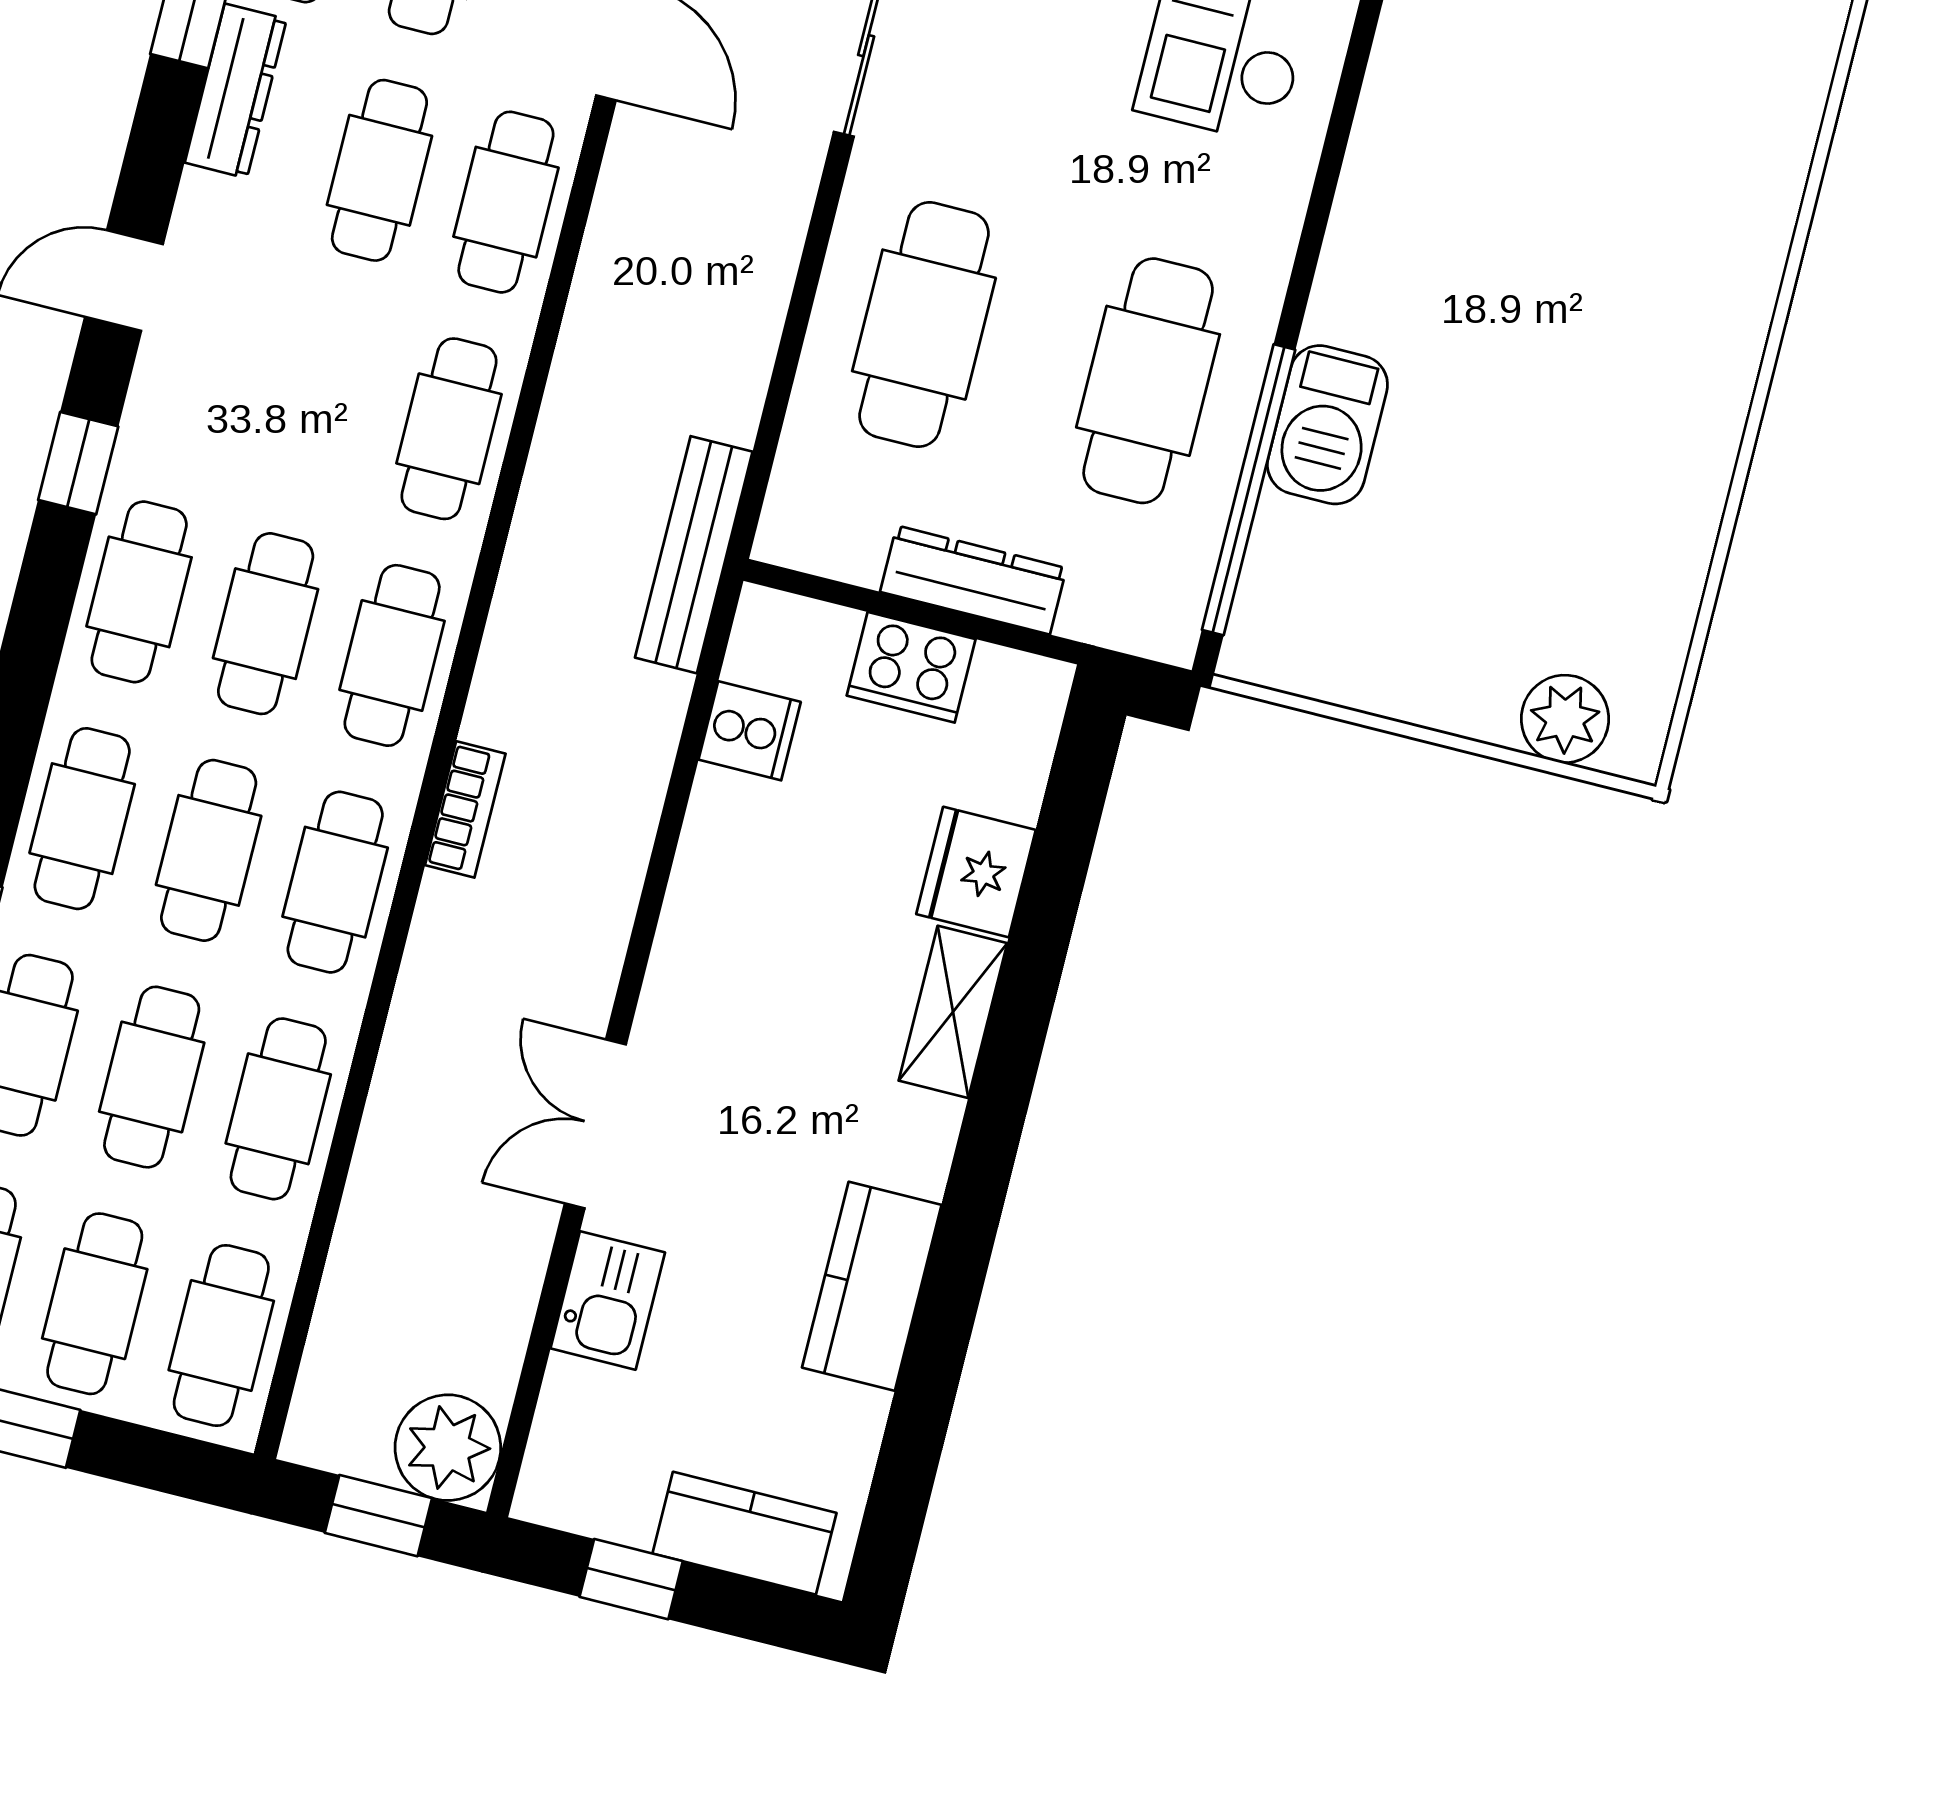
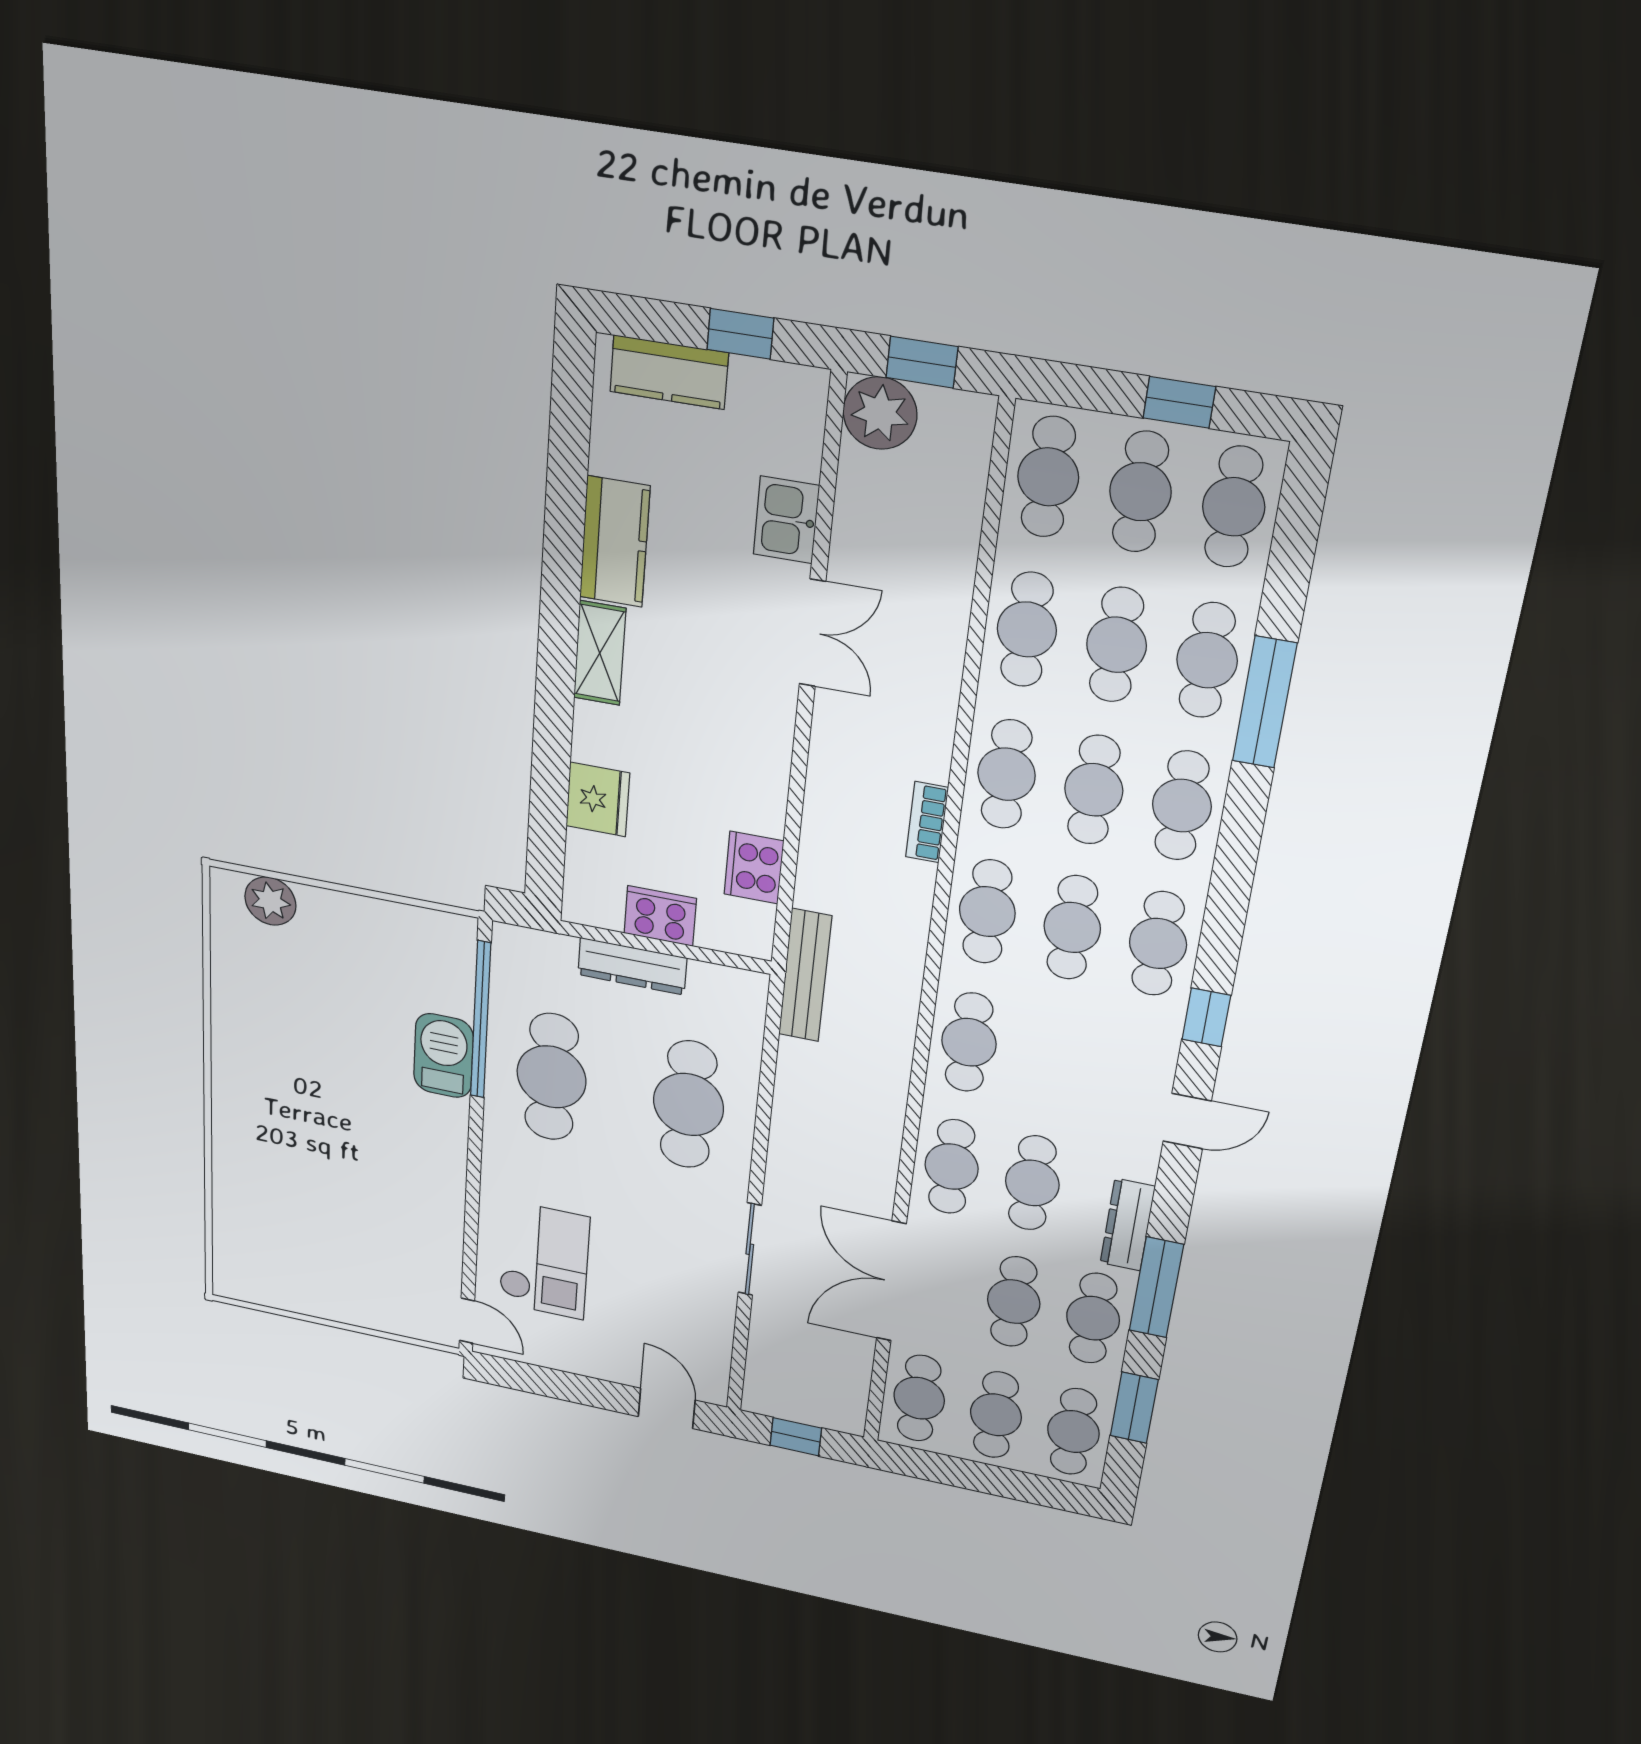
cooker: (750, 731) -> (754, 868), width x1.36
shelving: (953, 1012) -> (600, 653), moved

